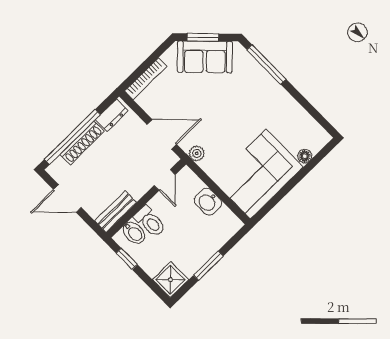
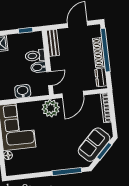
plant: (197, 153) -> (51, 108), width x1.88, depth x1.88
door: (165, 180) -> (50, 79), swing flipped
bidet: (134, 233) -> (38, 67), moved

